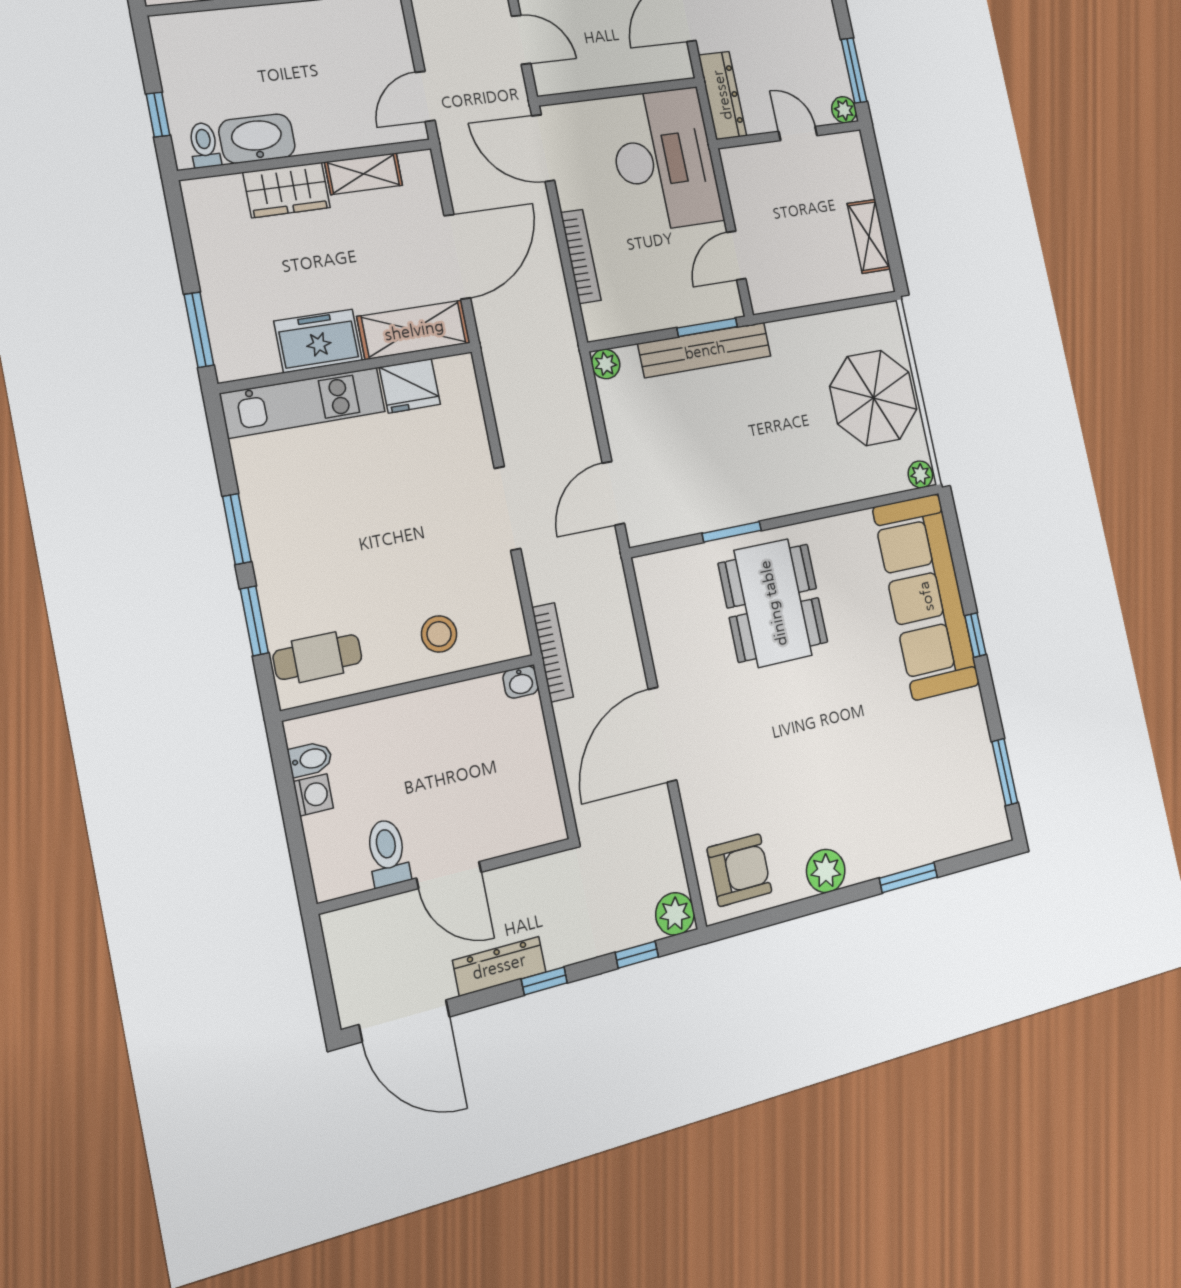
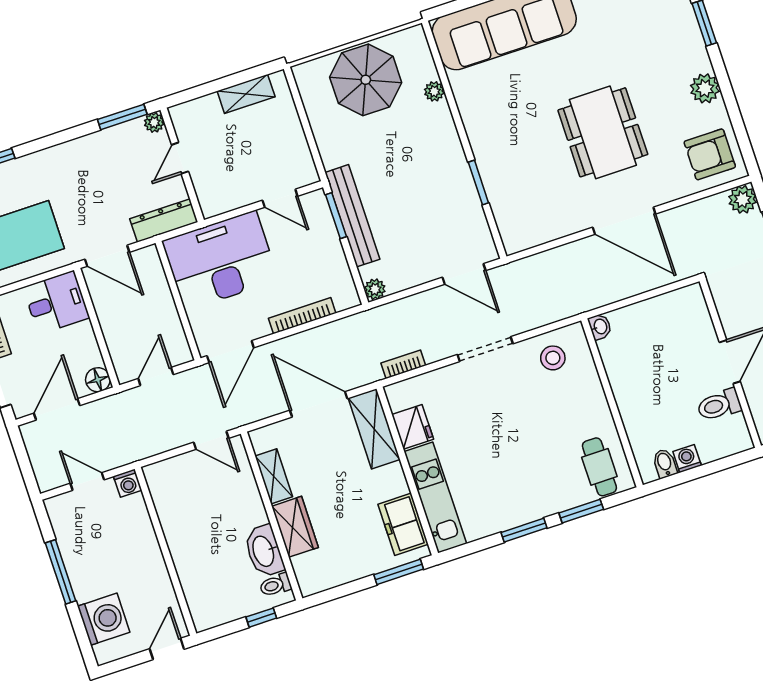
freezer: (318, 341) -> (403, 524), moved
plant: (920, 474) -> (434, 91), moved
dining table: (773, 603) -> (603, 132), moved, turned 90
stool: (439, 634) -> (553, 358), moved
bookcase: (553, 652) -> (403, 364), moved, width x0.64
armchair: (739, 870) -> (710, 154), turned -90

